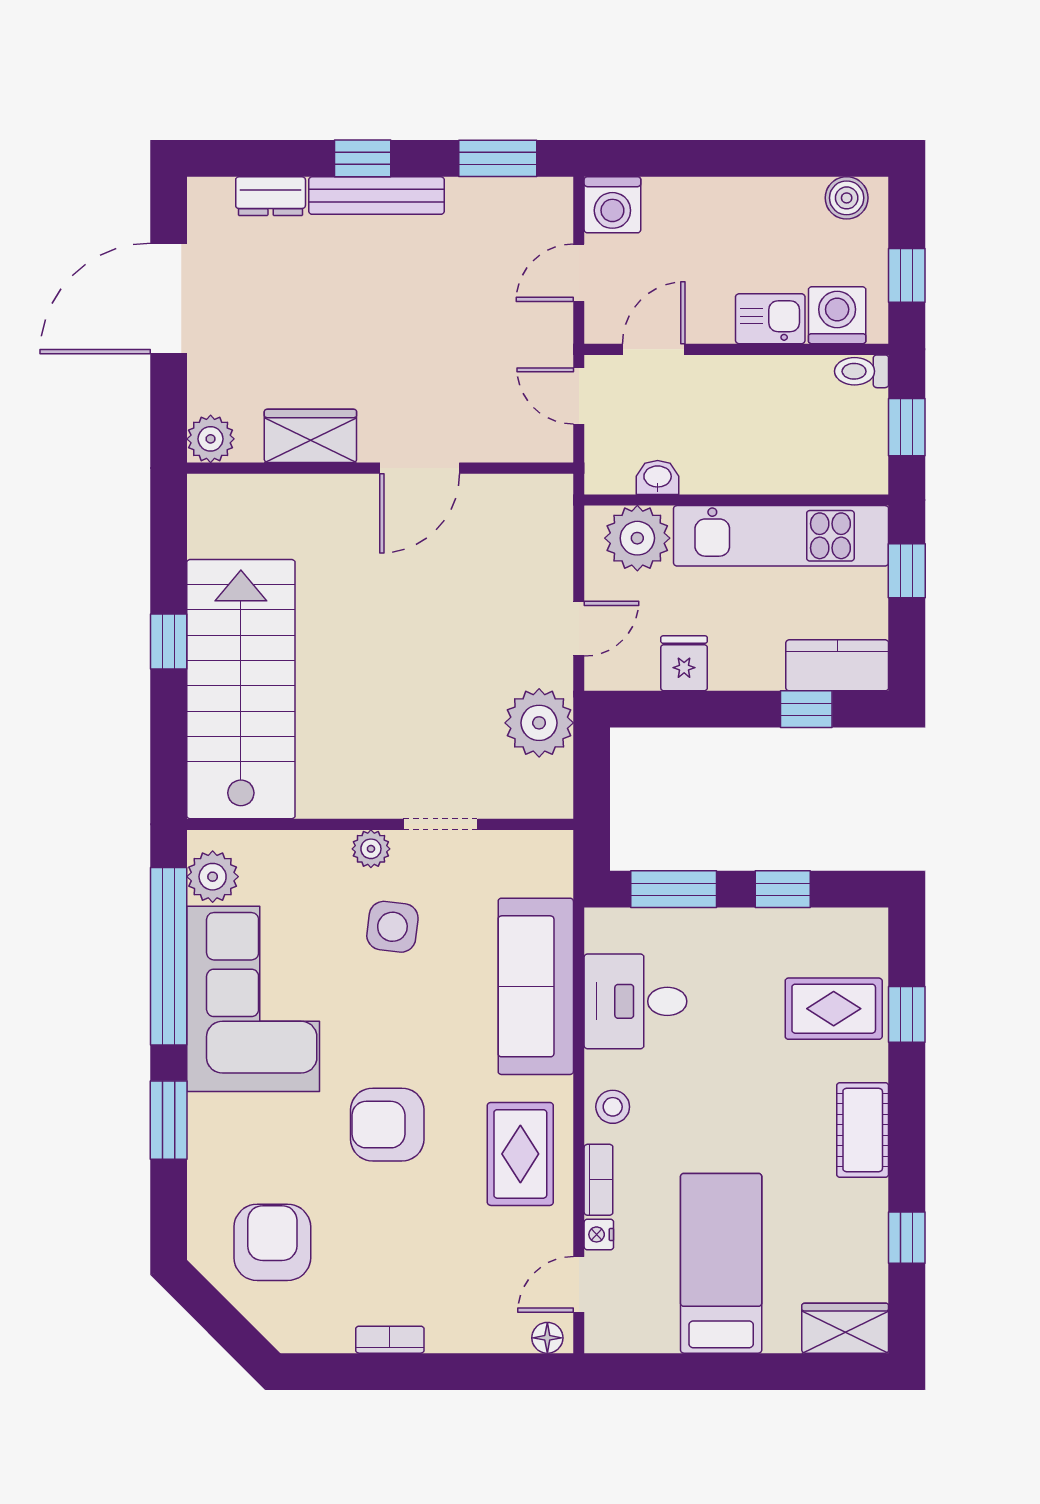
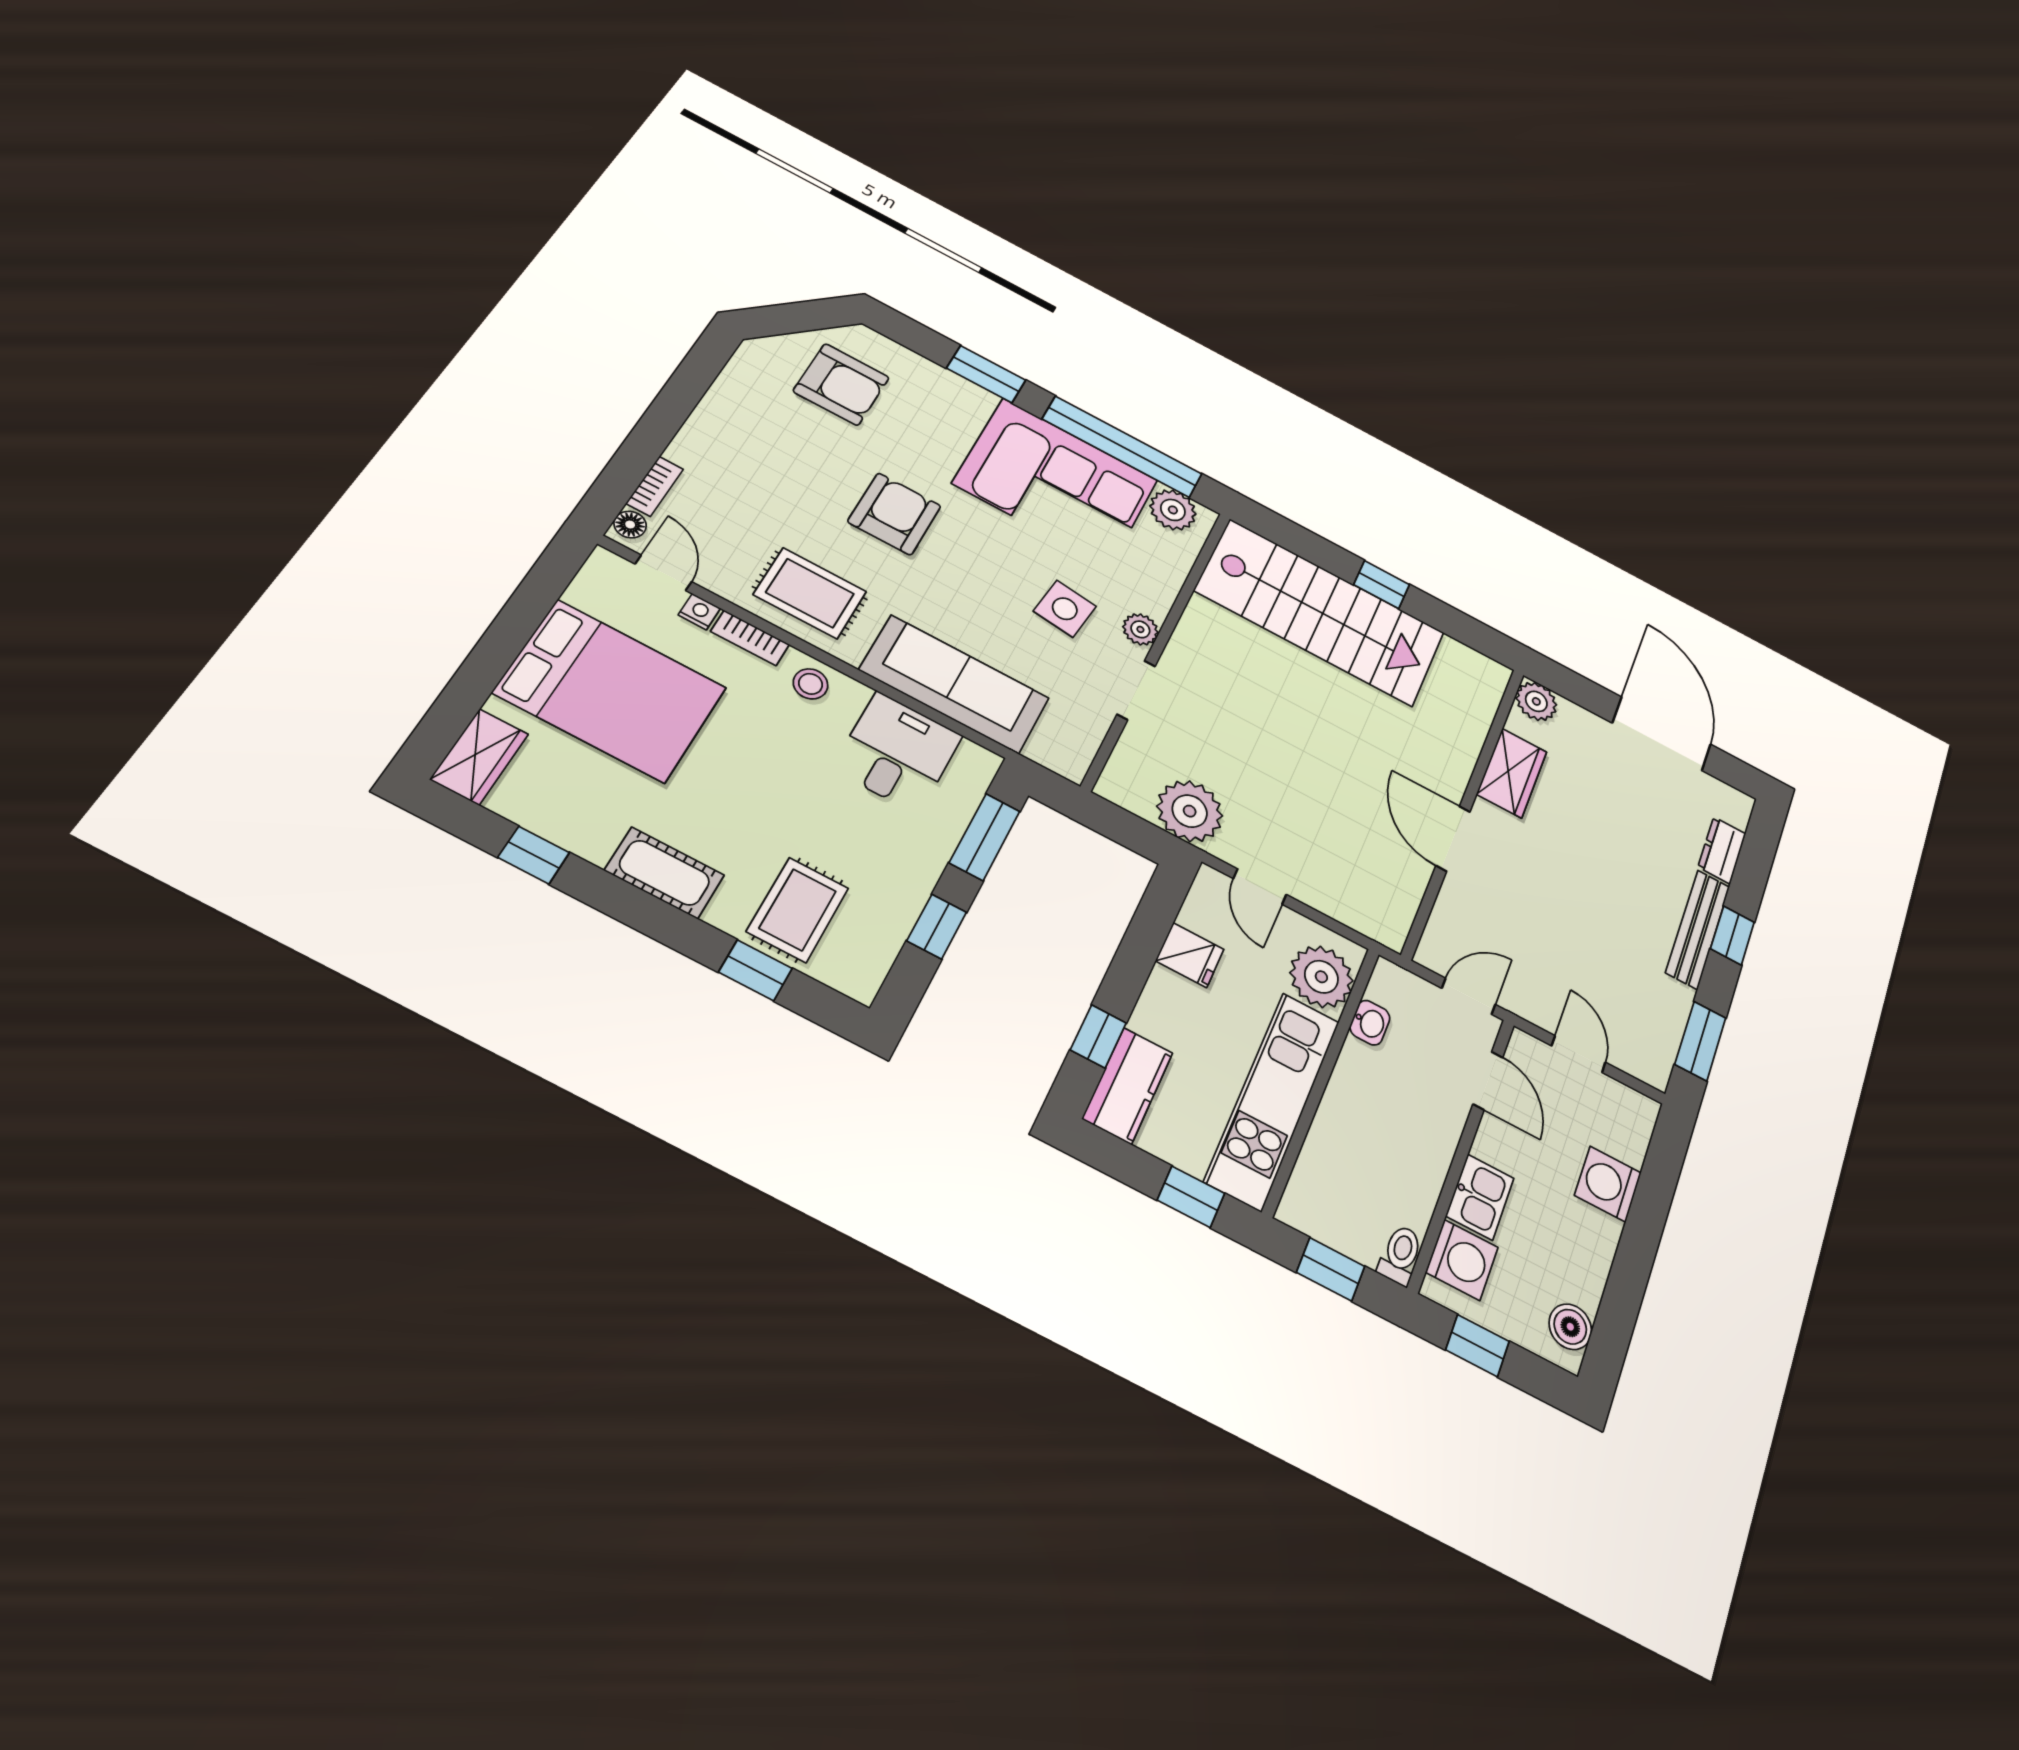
washing machine: (612, 205) -> (1608, 1184), moved
bed: (721, 1263) -> (610, 690), width x1.50
bookcase: (390, 1340) -> (655, 486), moved

